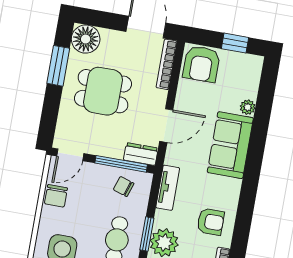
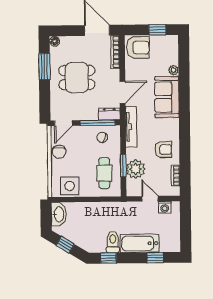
floor lamp: (86, 39) -> (55, 41), width x0.53, depth x0.53
armchair: (201, 64) -> (138, 48), turned -90
tv unit: (168, 188) -> (131, 127), width x1.41

